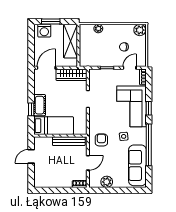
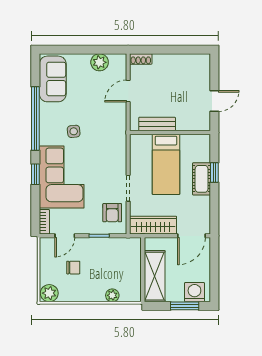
bed: (54, 126) -> (166, 164), moved, turned -90
armchair: (101, 140) -> (112, 213), moved
bench: (69, 141) -> (157, 124), width x0.73
sofa: (137, 165) -> (53, 79), width x0.73

